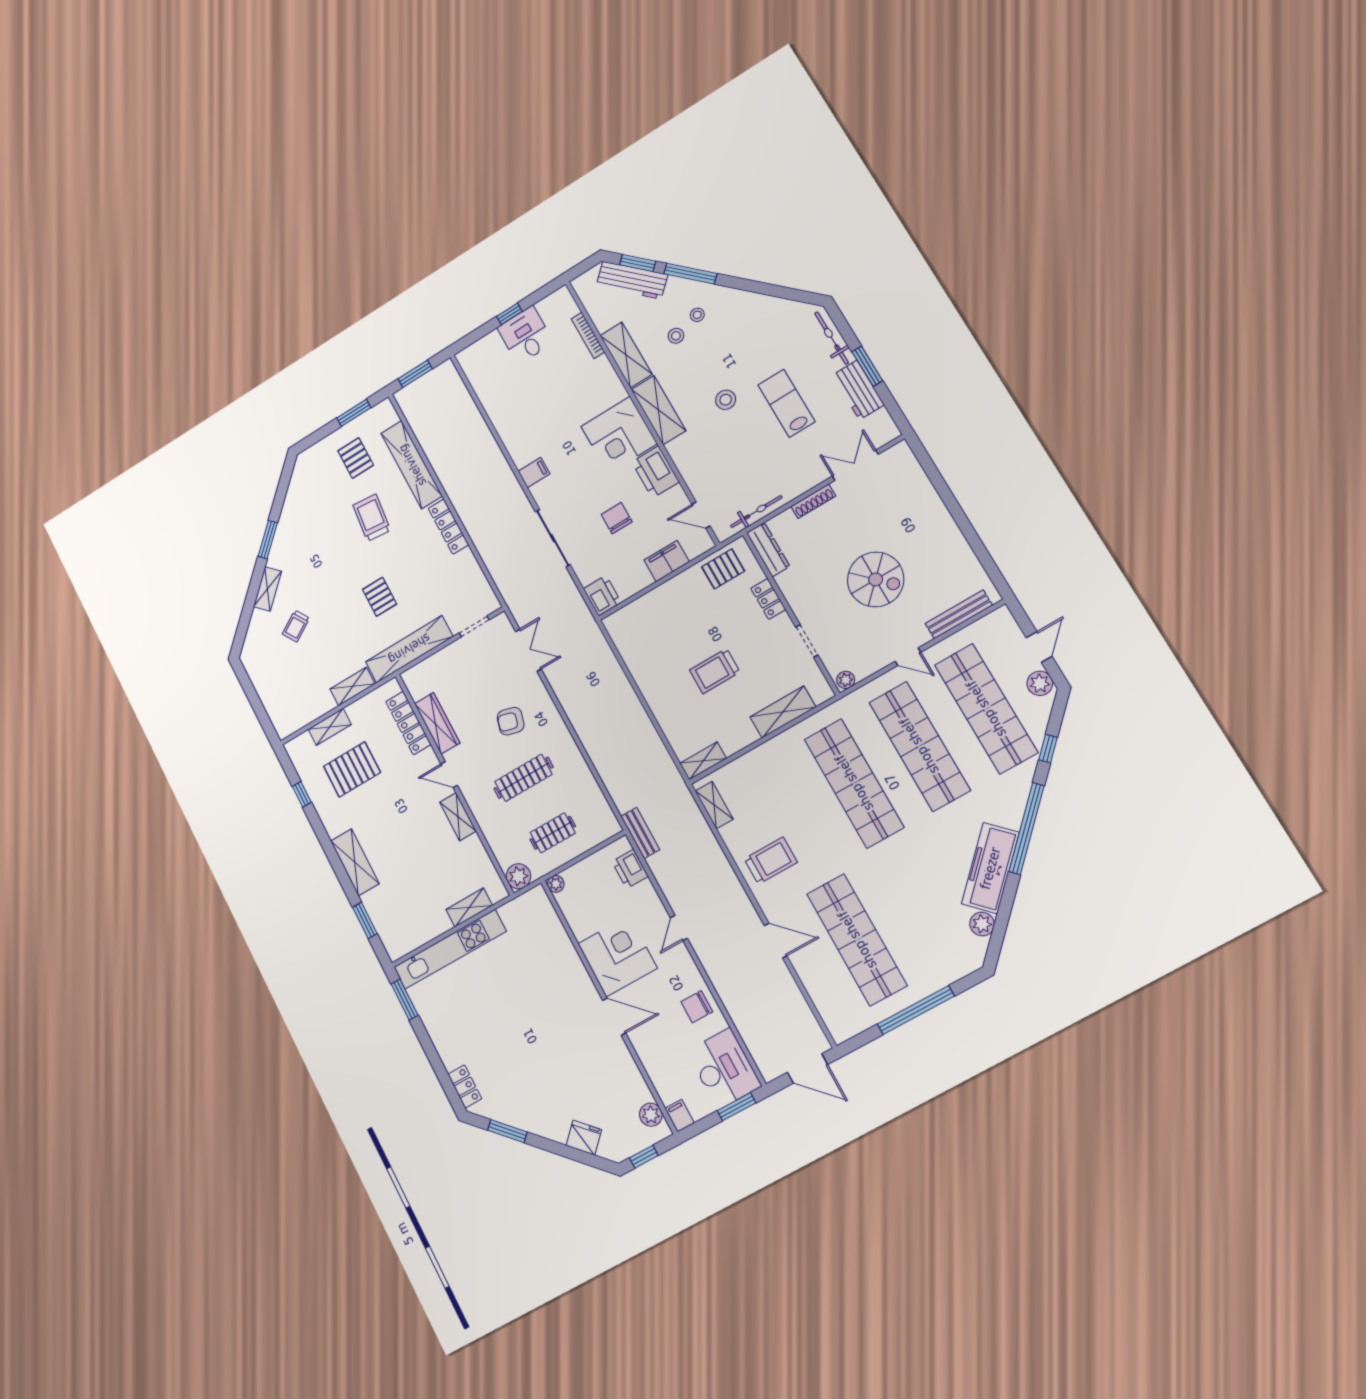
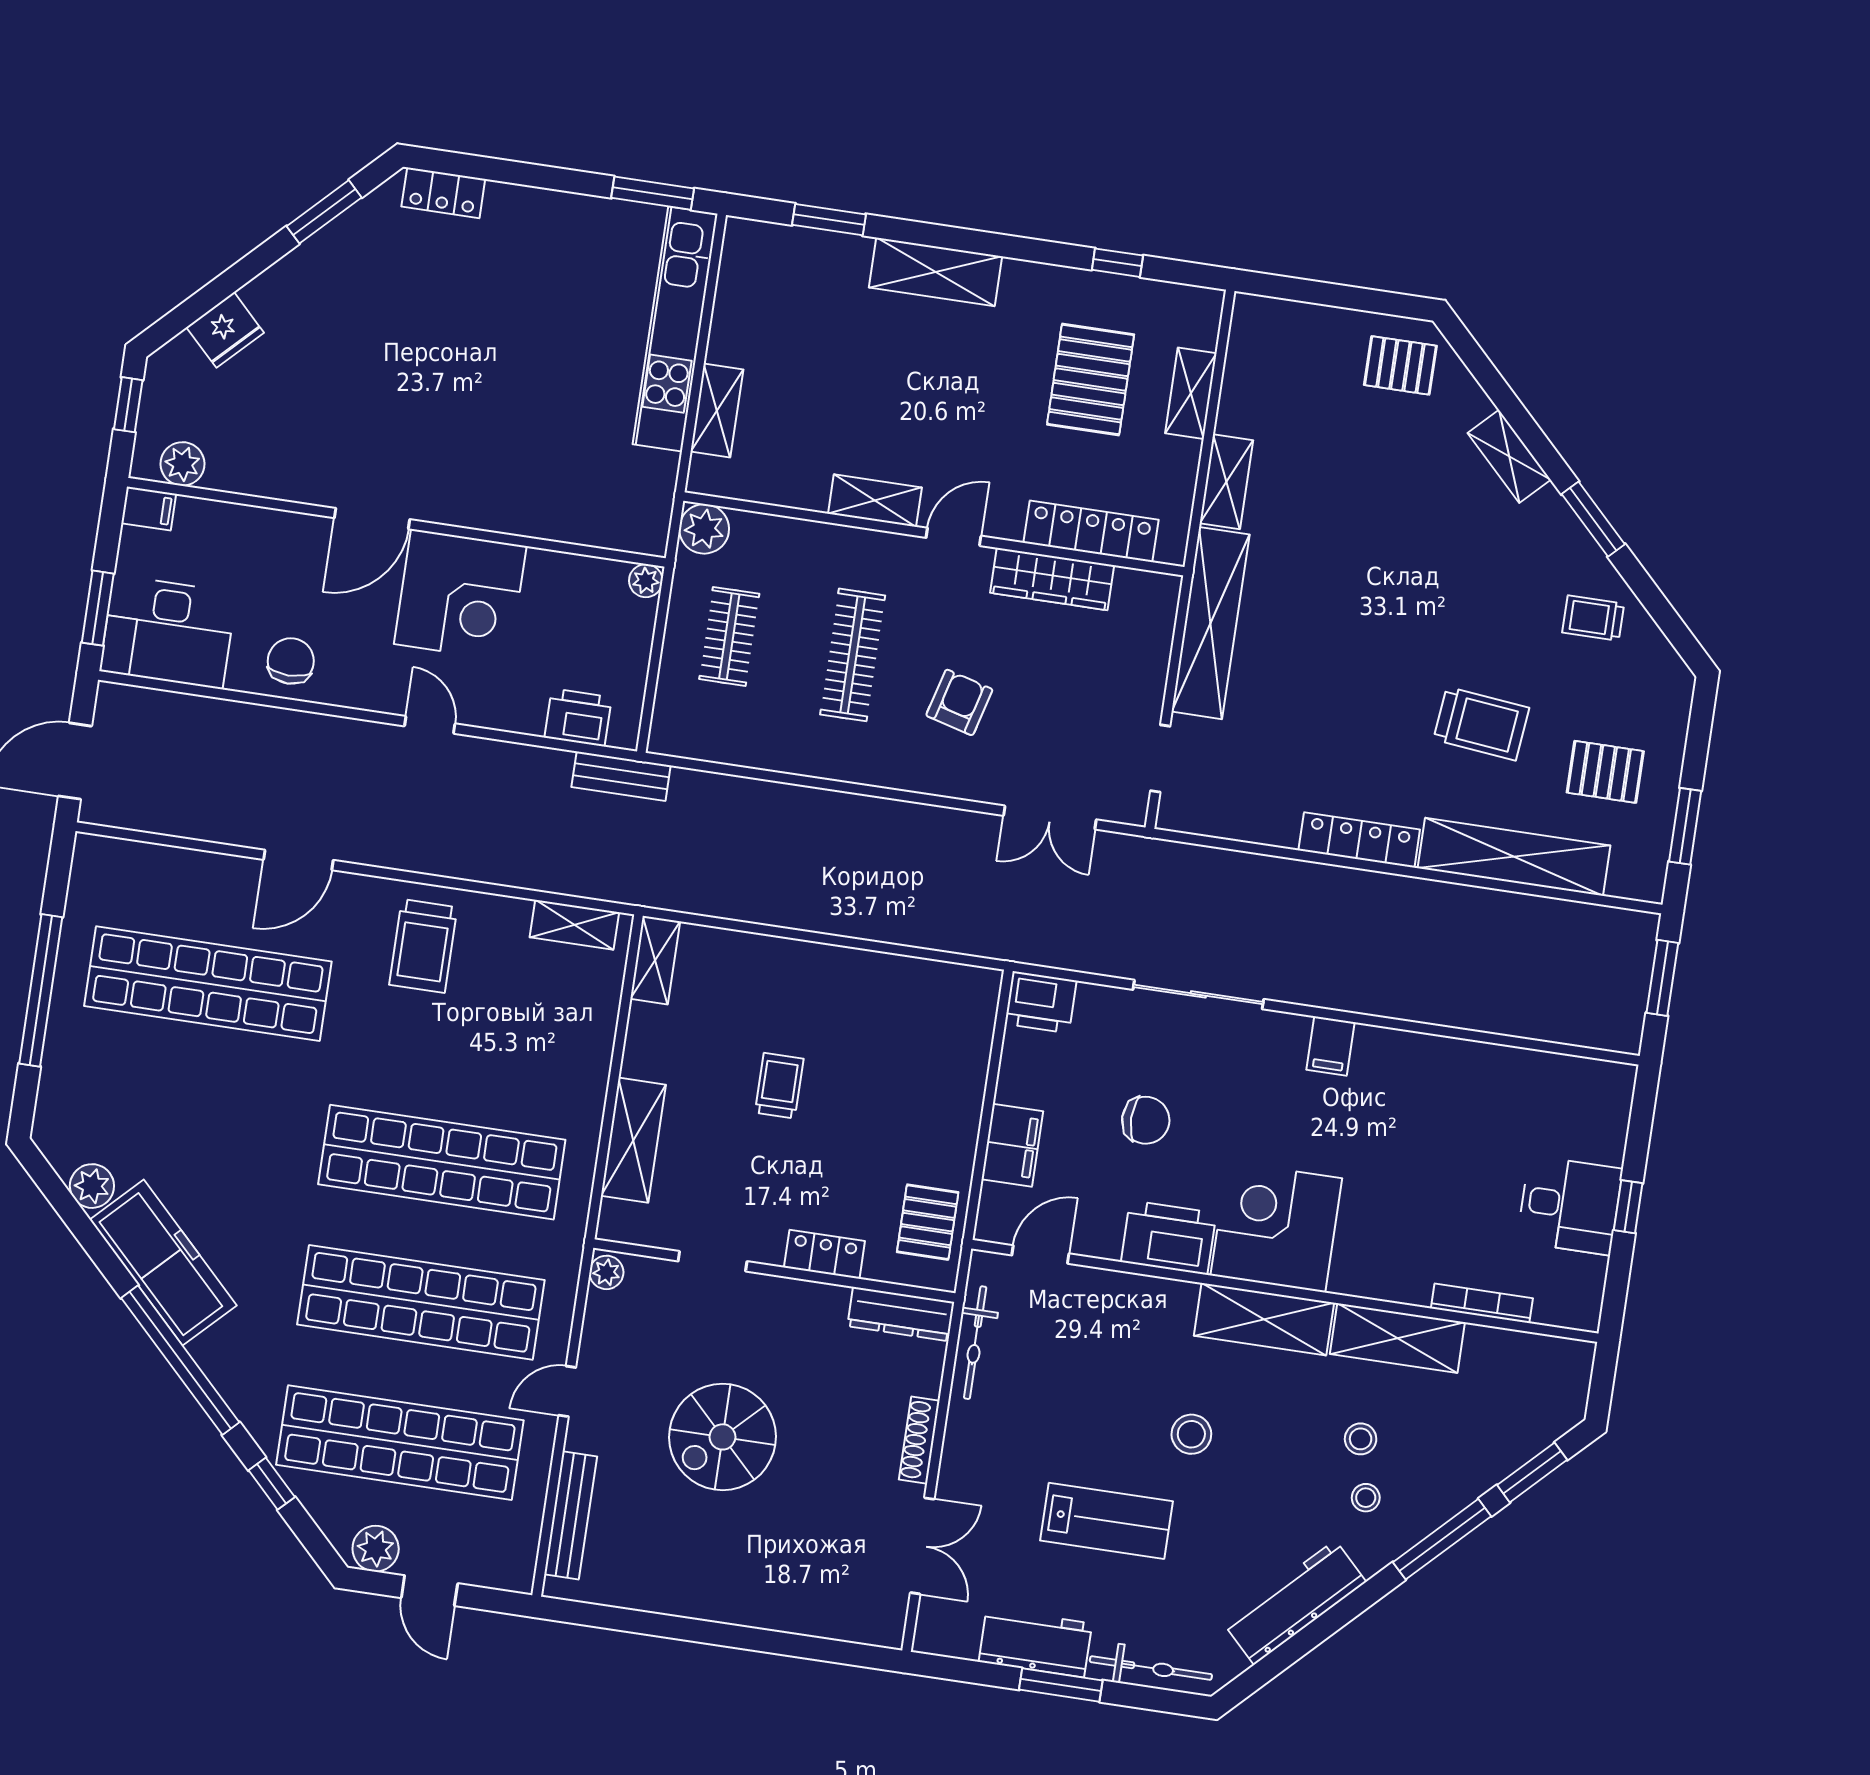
workbench: (632, 280) -> (1295, 1602), moved
pallet: (380, 597) -> (1400, 365), moved
trolley: (296, 626) -> (1593, 618), moved, turned -58
trolley: (715, 671) -> (779, 1086), width x0.73, depth x0.72

